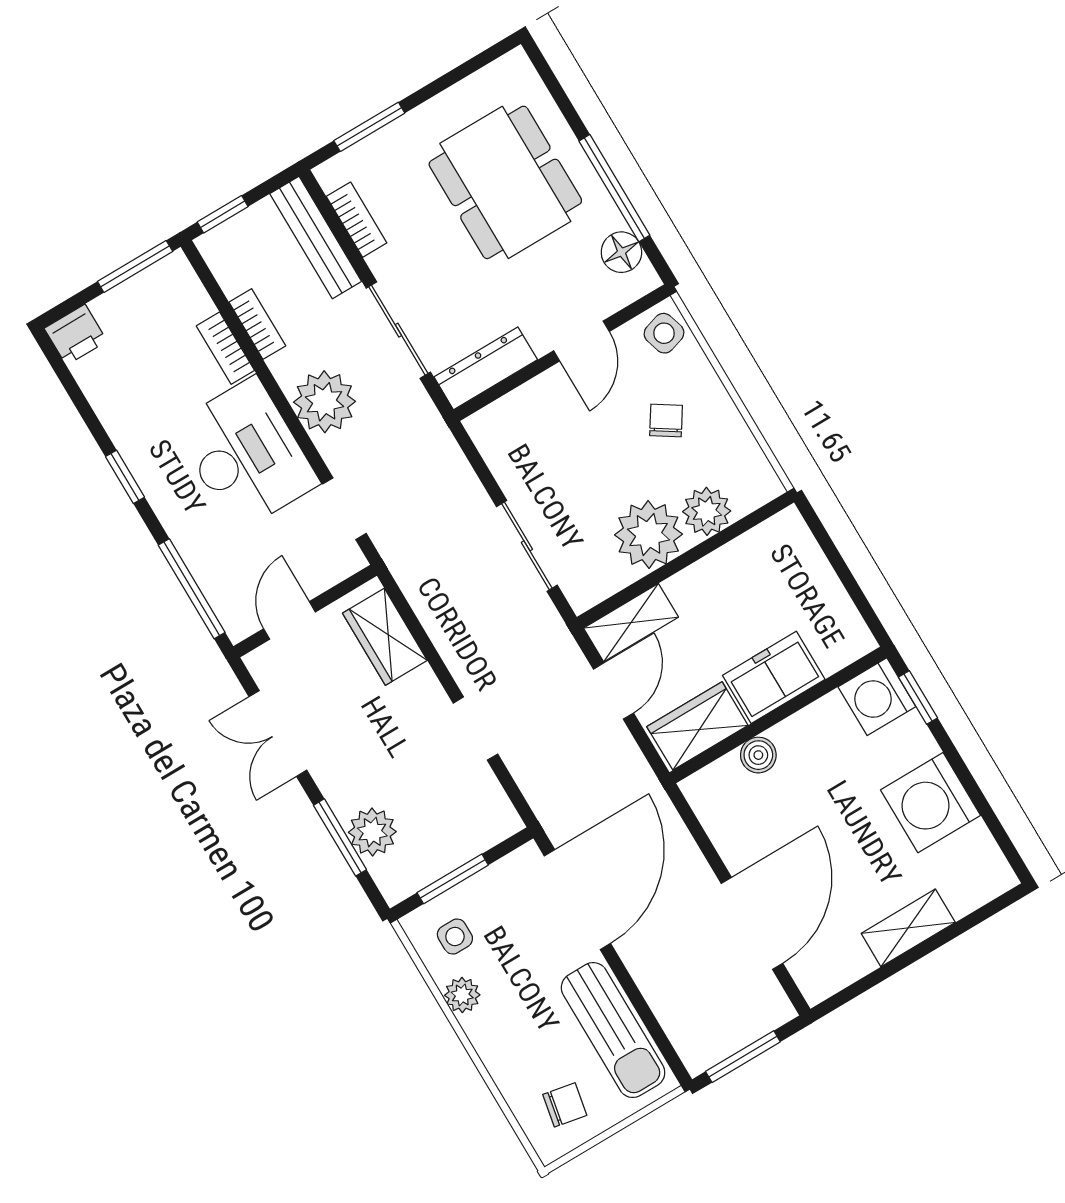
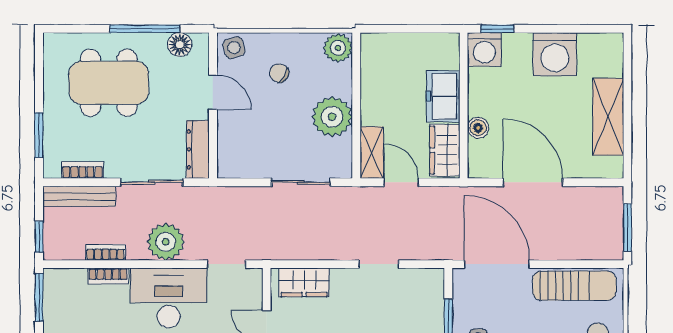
plant: (707, 511) -> (338, 48), moved
door: (752, 923) -> (533, 182), moved
shelving: (908, 928) -> (608, 117), width x1.50, depth x1.33

